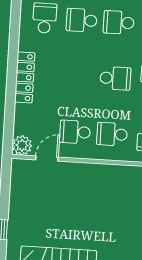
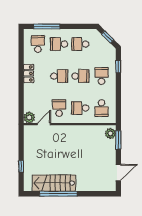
school desk: (78, 76) -> (59, 76), added
locker: (25, 77) -> (29, 73), width x0.66
school desk: (75, 132) -> (59, 108), turned 90

